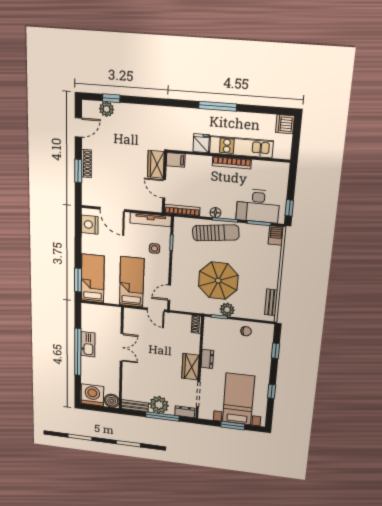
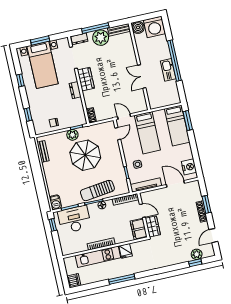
filing cabinet: (176, 160) -> (139, 229), width x2.00

